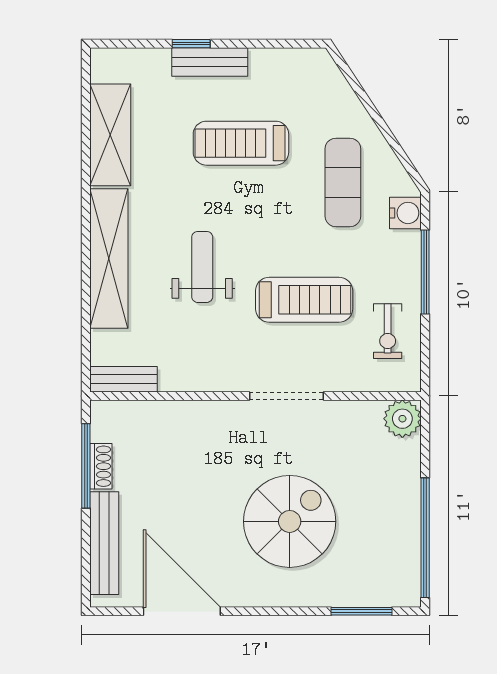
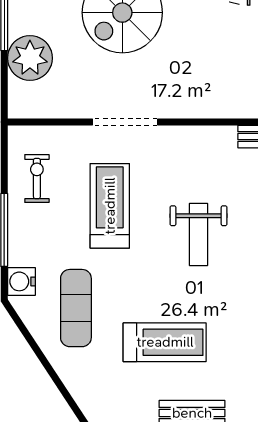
treadmill: (304, 300) -> (110, 206), turned 90
plant: (402, 419) -> (30, 58), moved, width x1.36, depth x1.36

